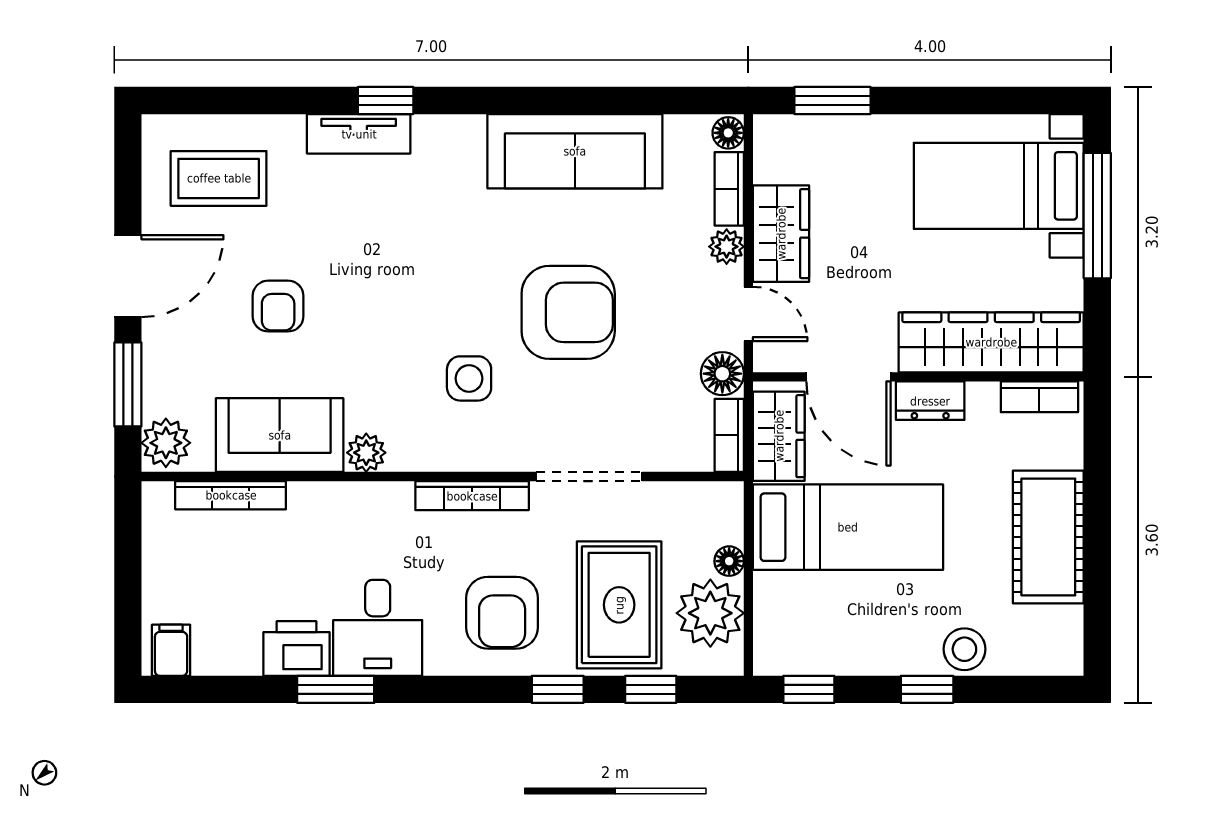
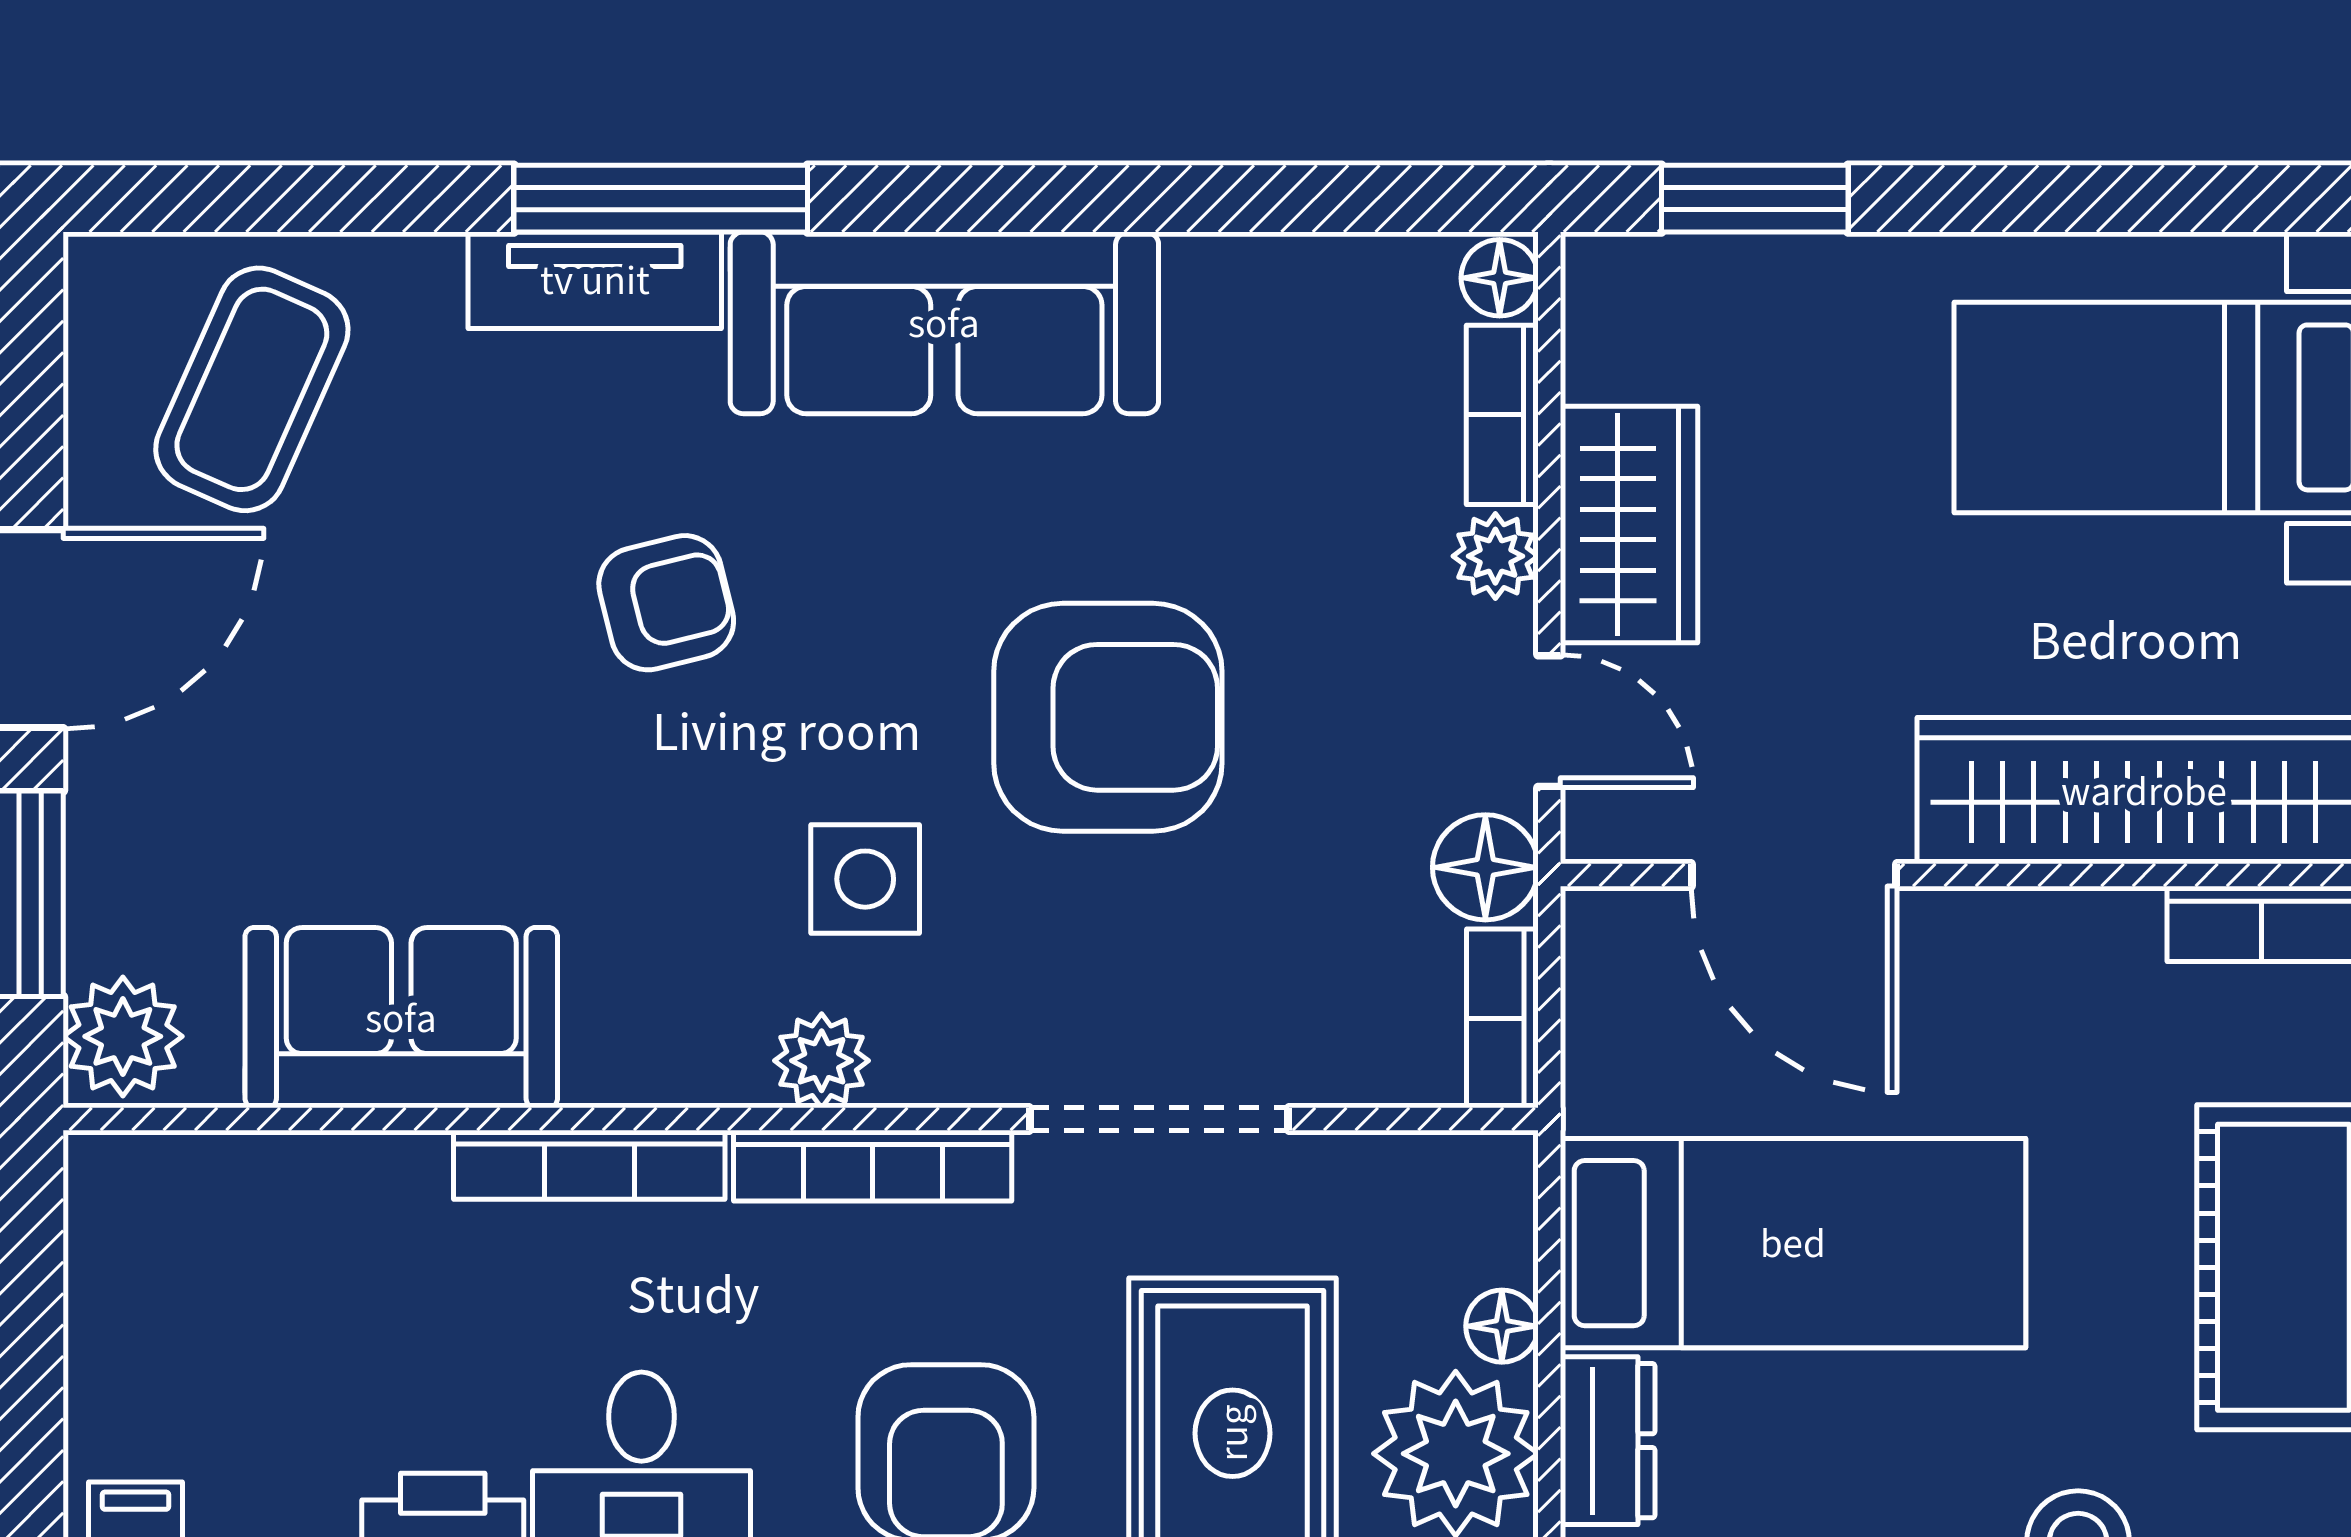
window: (386, 101) -> (661, 199), width x2.17
sofa: (575, 151) -> (944, 323), moved
coffee table: (219, 178) -> (252, 389), turned -66
armchair: (278, 306) -> (666, 603), moved, turned -104
dresser: (930, 401) -> (1608, 1441), moved, turned -90
wardrobe: (779, 436) -> (1624, 1020), removed
plant: (366, 453) -> (822, 1061), moved
bookcase: (231, 495) -> (589, 1165), moved

